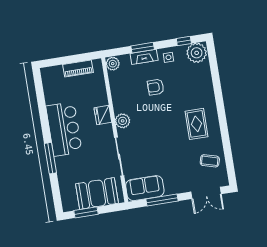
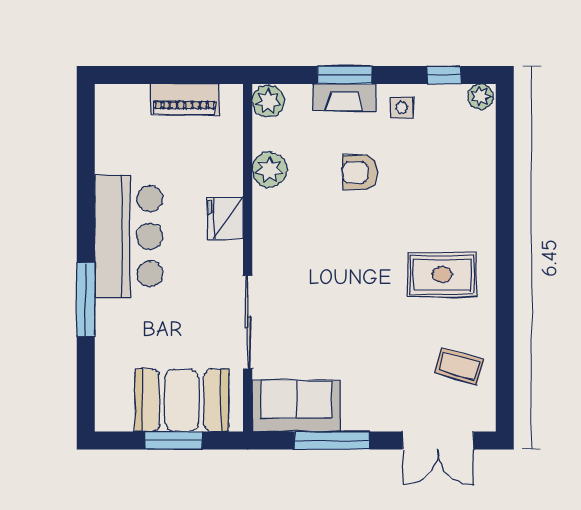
plant: (197, 53) -> (481, 97), width x0.53, depth x0.53
plant: (123, 121) -> (270, 170), moved
rug: (196, 124) -> (442, 275), turned 90
window: (86, 212) -> (174, 440), moved

